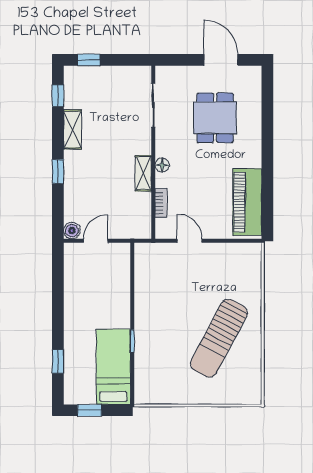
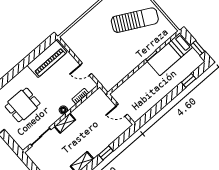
shelving: (143, 173) -> (65, 123), moved
boiler: (72, 231) -> (126, 124), removed
door: (190, 241) -> (86, 69), hinge flipped
sun lounger: (219, 338) -> (135, 20), moved

